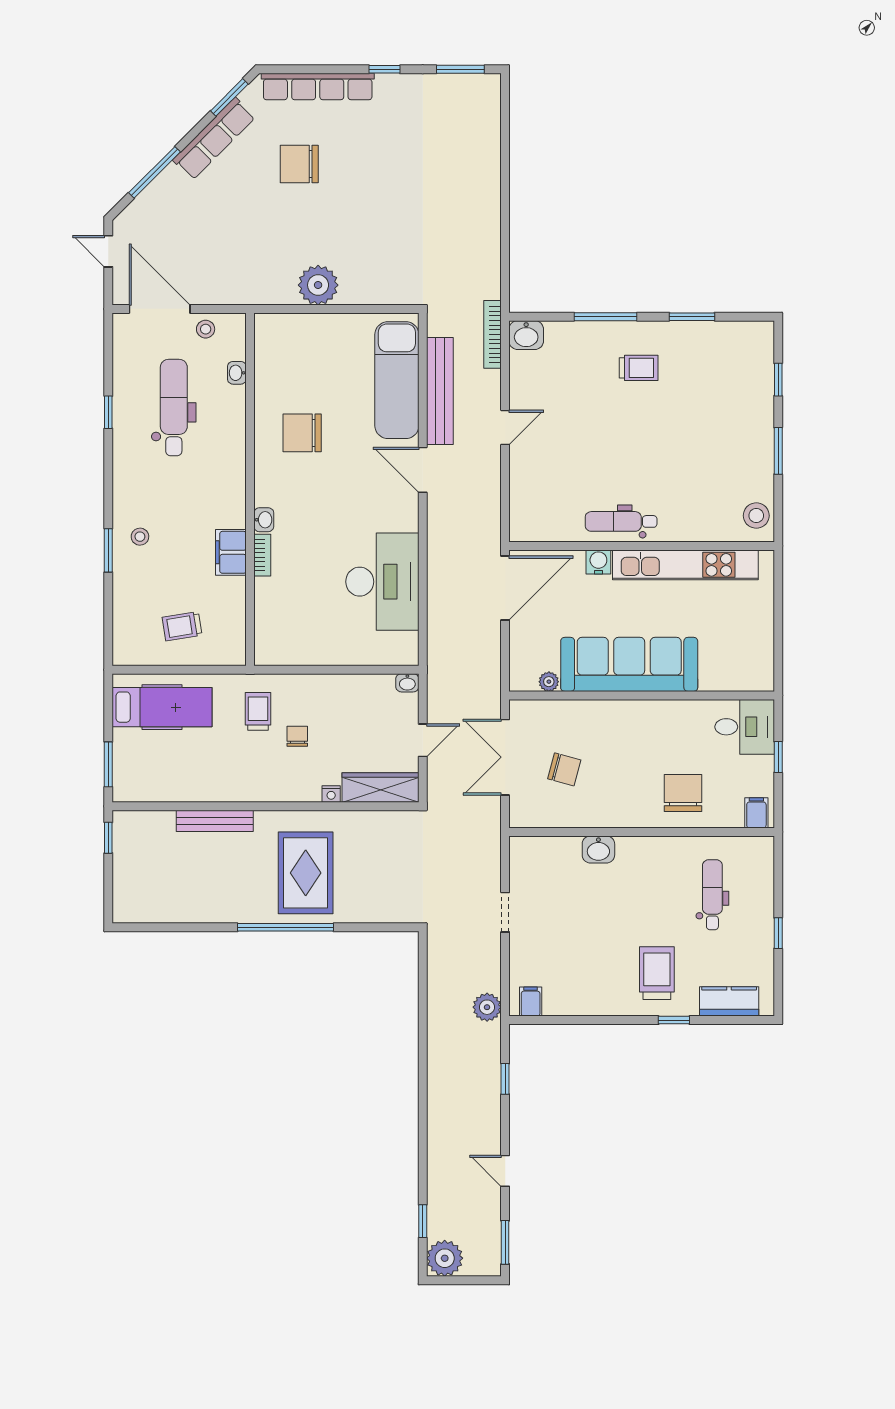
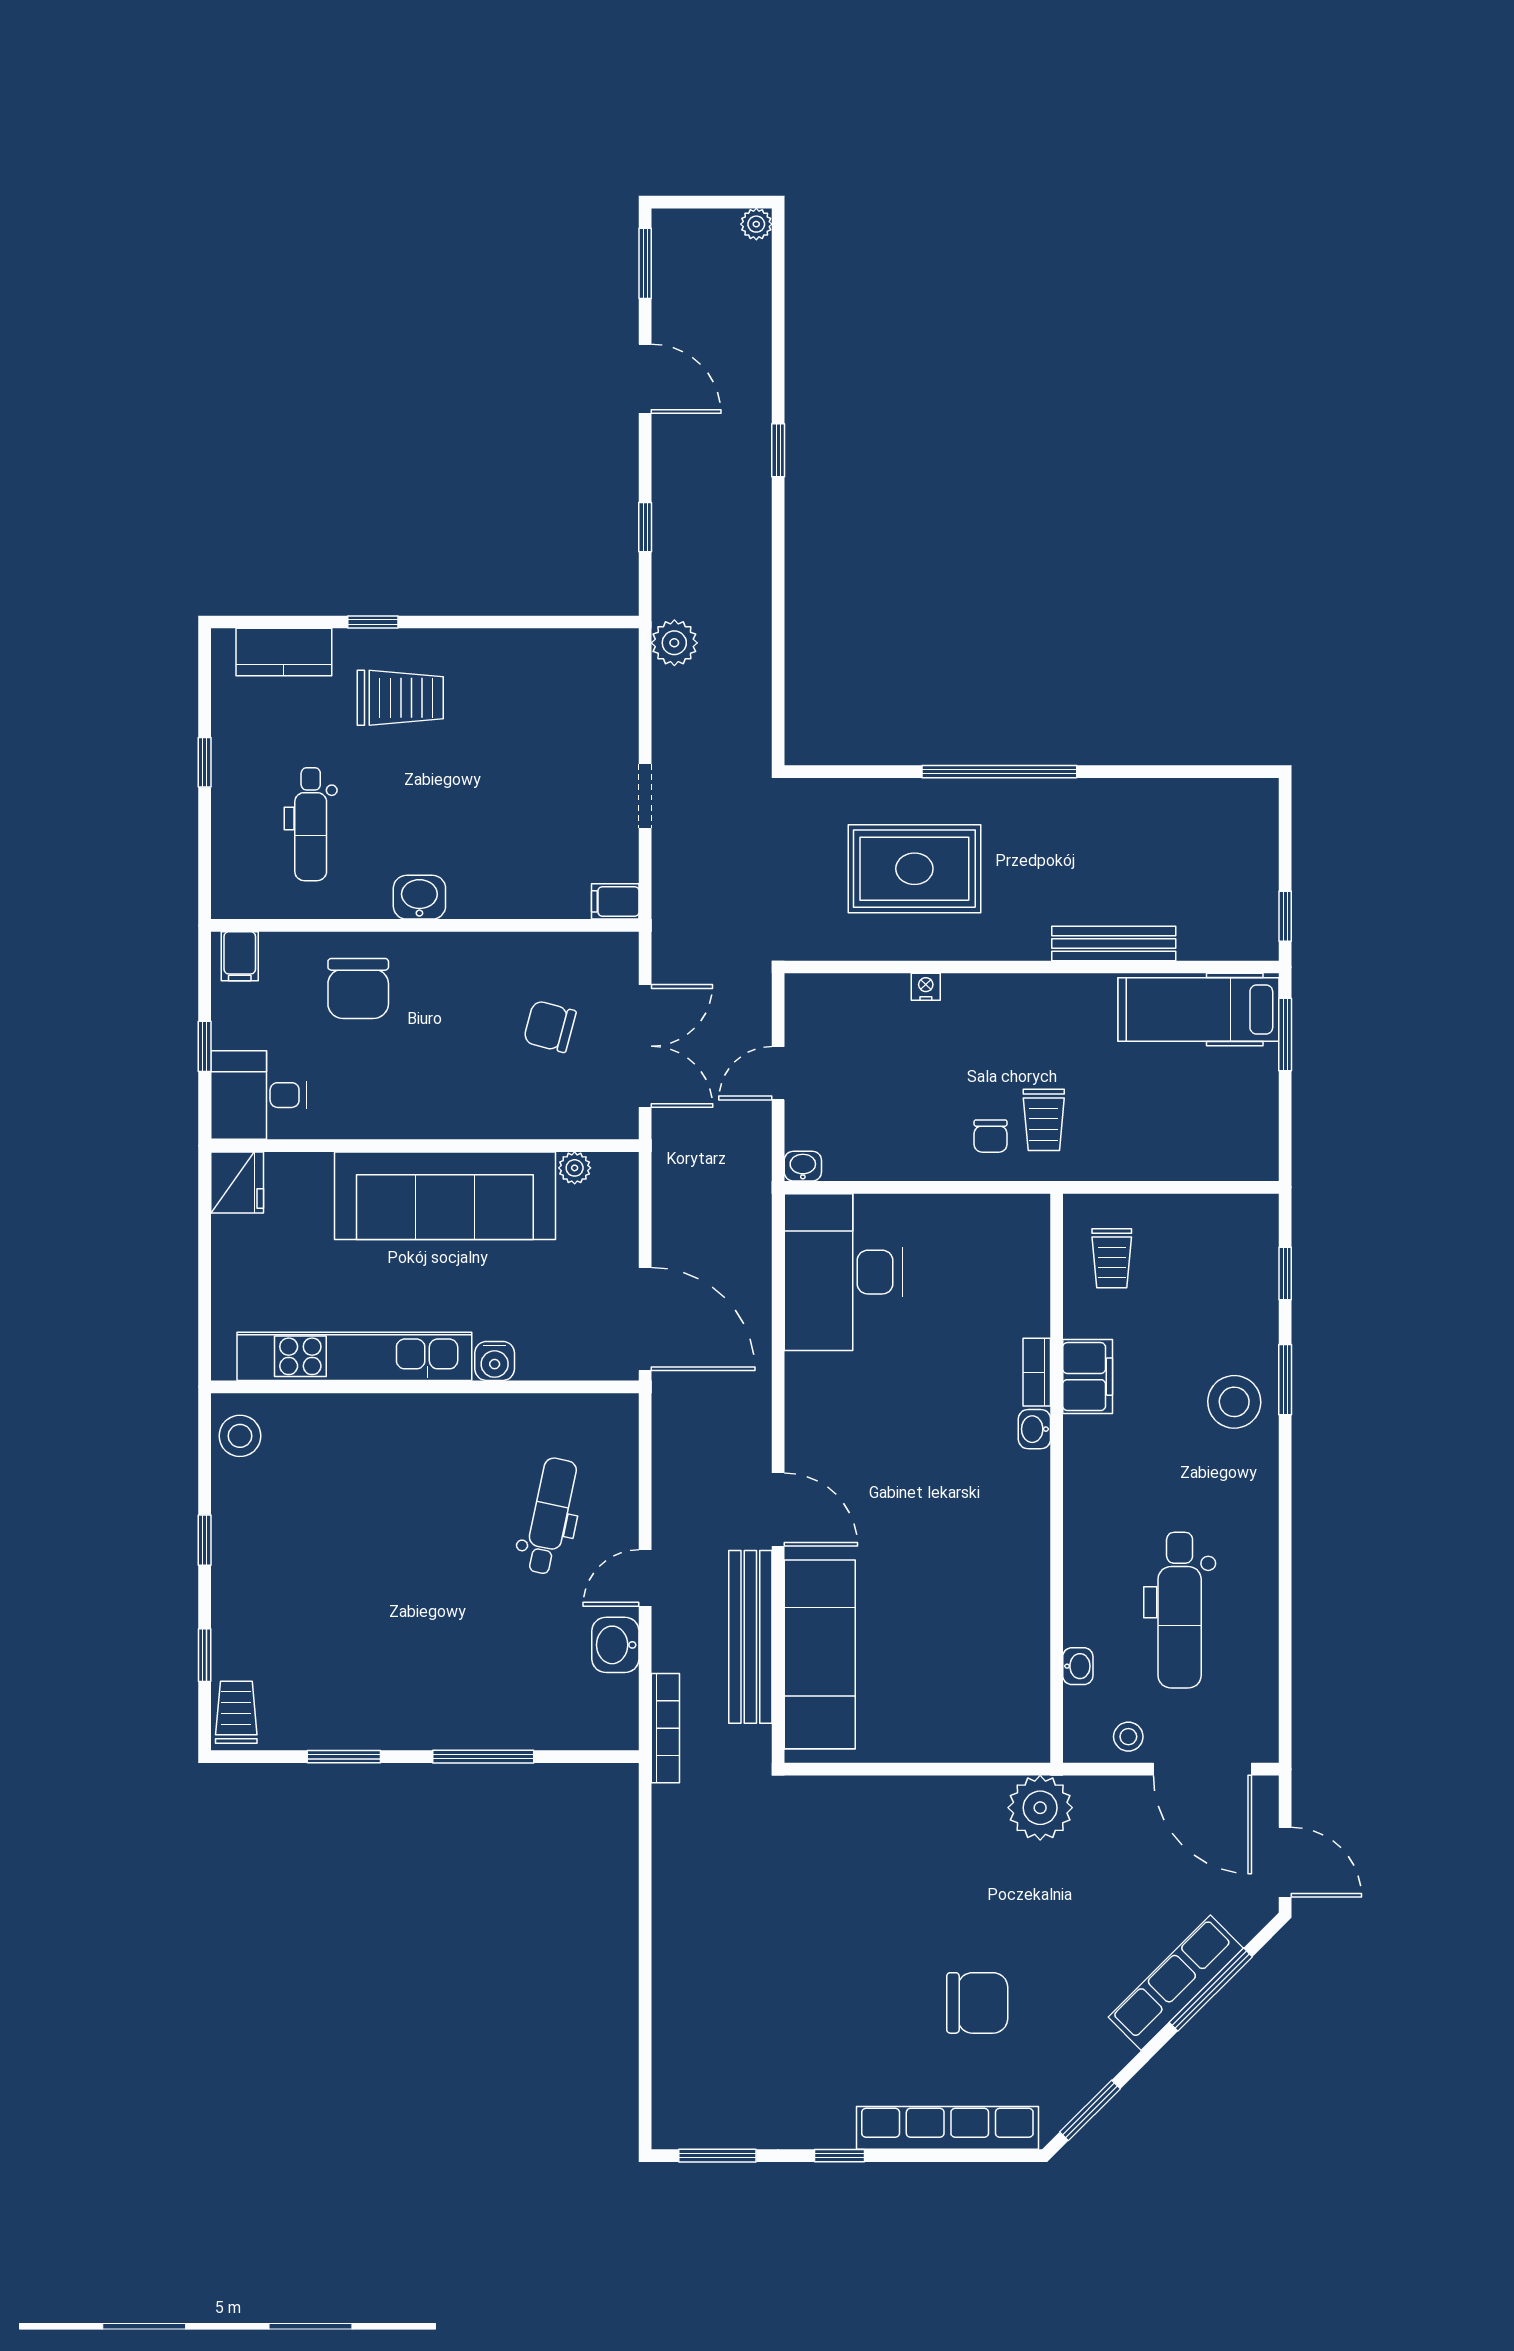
row of seats: (214, 139) -> (1176, 1983), moved
door: (108, 251) -> (1285, 1862), width x1.38
plant: (318, 285) -> (1040, 1808), moved
washbasin: (526, 335) -> (615, 1645), moved, turned -90
trolley: (639, 368) -> (236, 1712), moved, turned 90
window: (108, 412) -> (1285, 1273), moved
chair: (302, 433) -> (973, 1569), removed
window: (778, 451) -> (205, 1540), width x0.67
dental chair: (621, 521) -> (550, 1516), moved, turned -78
stool: (140, 537) -> (1234, 1402), width x1.89, depth x1.89
desk: (382, 582) -> (843, 1272), moved
door: (505, 588) -> (645, 1319), swing flipped
trolley: (182, 626) -> (1112, 1258), moved, turned 99
fridge: (758, 673) -> (237, 1183), added
hospital bed: (162, 707) -> (1199, 1010), moved
chair: (297, 736) -> (991, 1136), moved
wardrobe: (380, 788) -> (846, 997), removed
washbasin: (598, 849) -> (419, 897), moved
rug: (306, 873) -> (914, 869), moved, turned 90
trolley: (657, 973) -> (400, 698), turned -90
filing cabinet: (531, 1002) -> (615, 901), moved, turned 90
door: (505, 1171) -> (645, 379), width x1.38
window: (423, 1221) -> (778, 450), moved
plant: (445, 1258) -> (756, 224), width x0.53, depth x0.53

